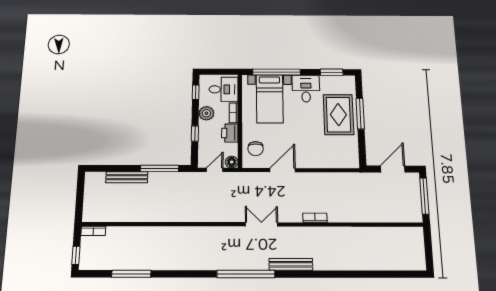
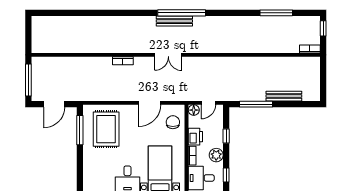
window: (360, 113) -> (80, 130), moved
rug: (338, 115) -> (106, 129), moved
bench: (291, 264) -> (174, 21), moved

